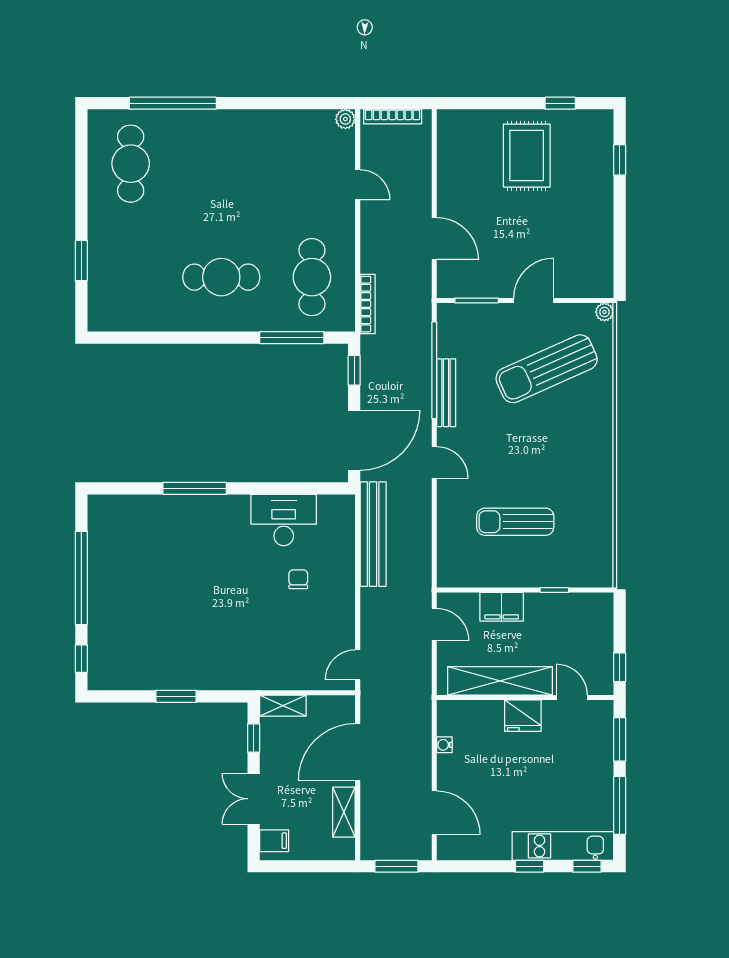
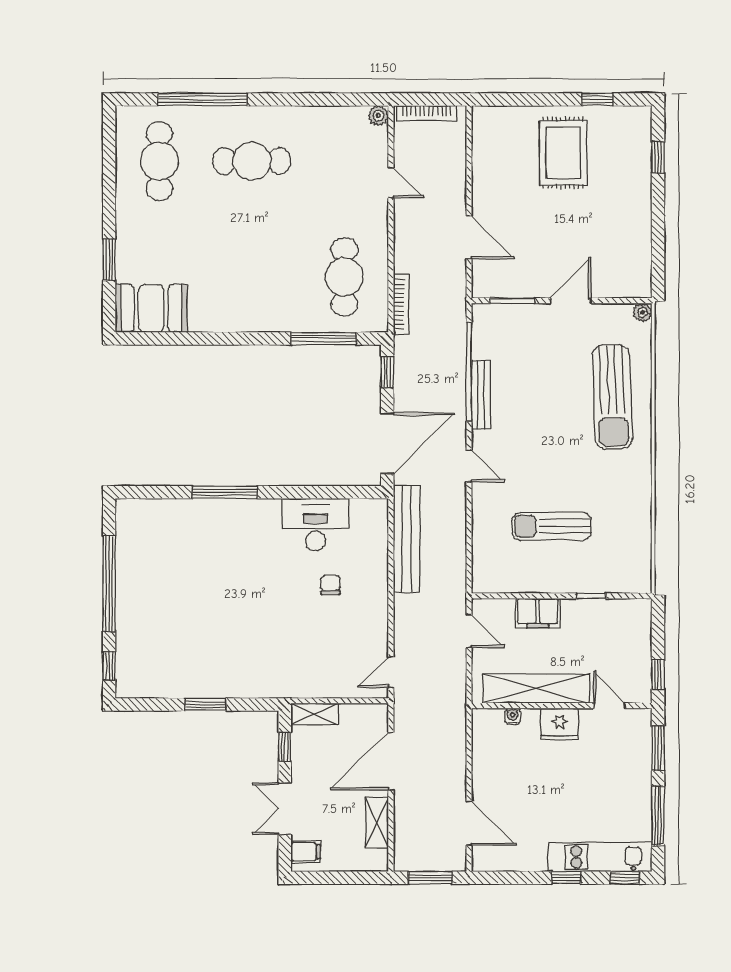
cafe table: (221, 277) -> (252, 161), moved
booth: (123, 308) -> (151, 308), added
sun lounger: (547, 369) -> (612, 397), moved, turned -68
water cooler: (444, 745) -> (513, 716), moved, turned 90

